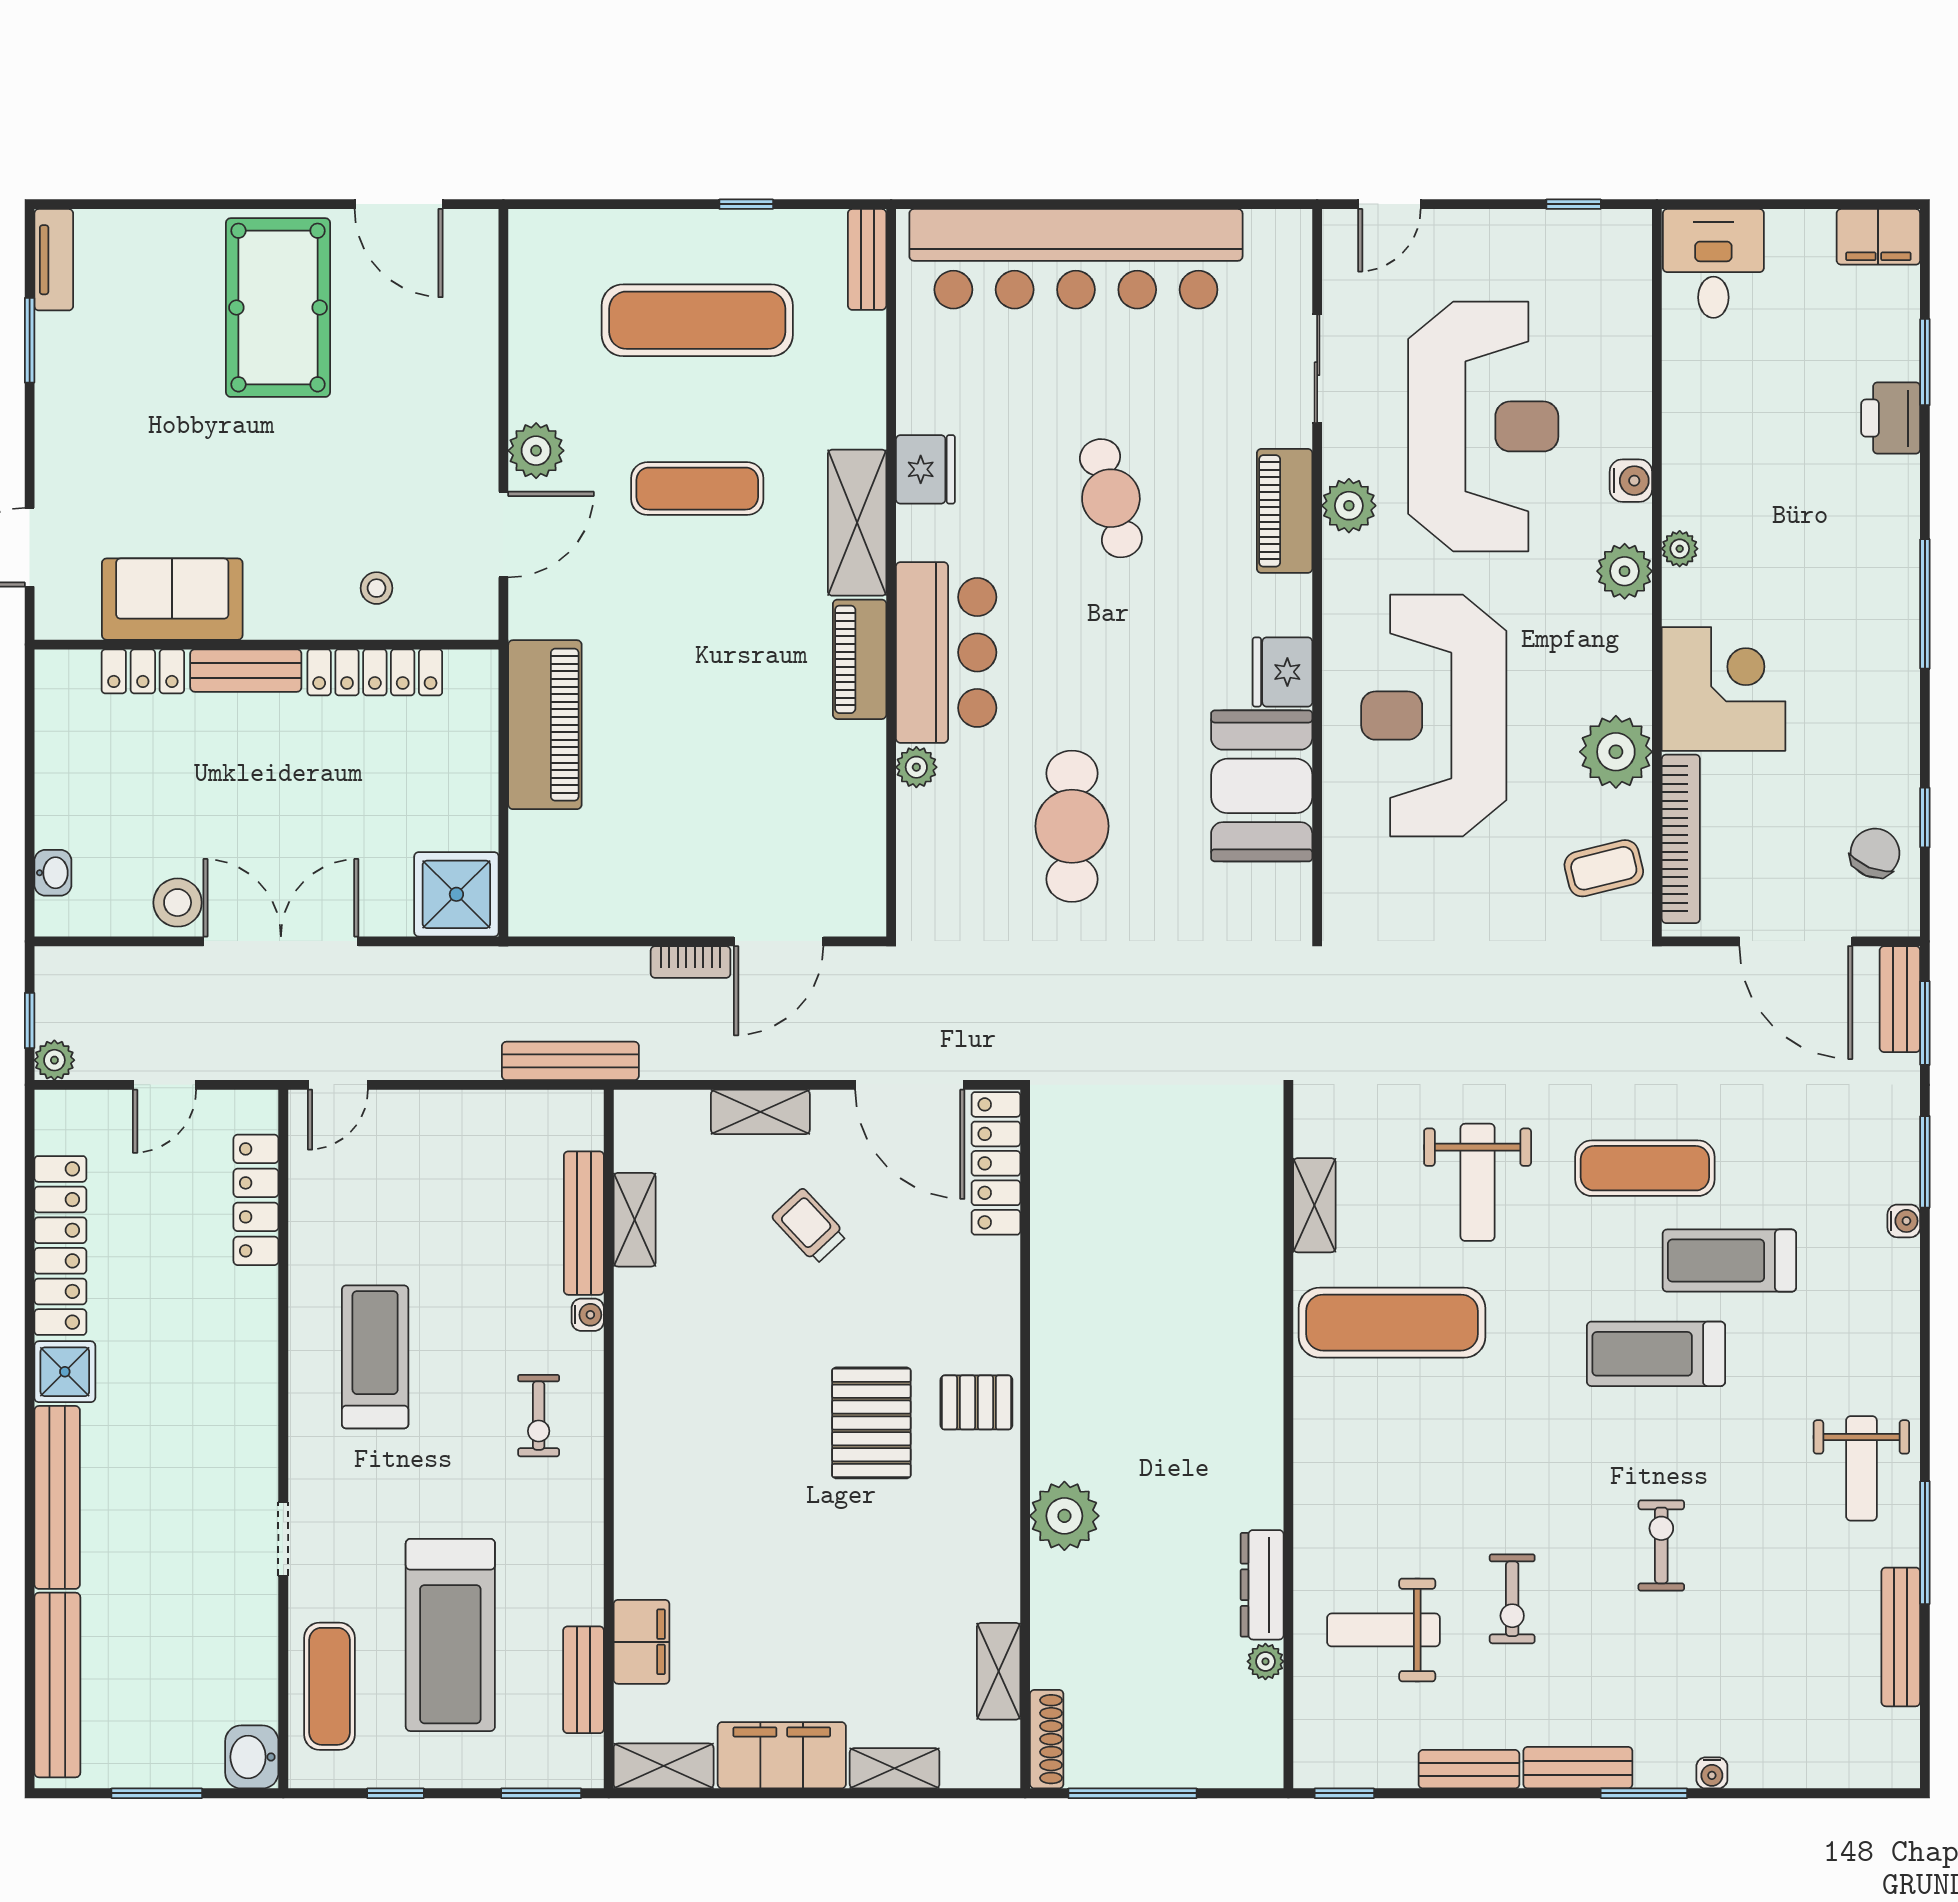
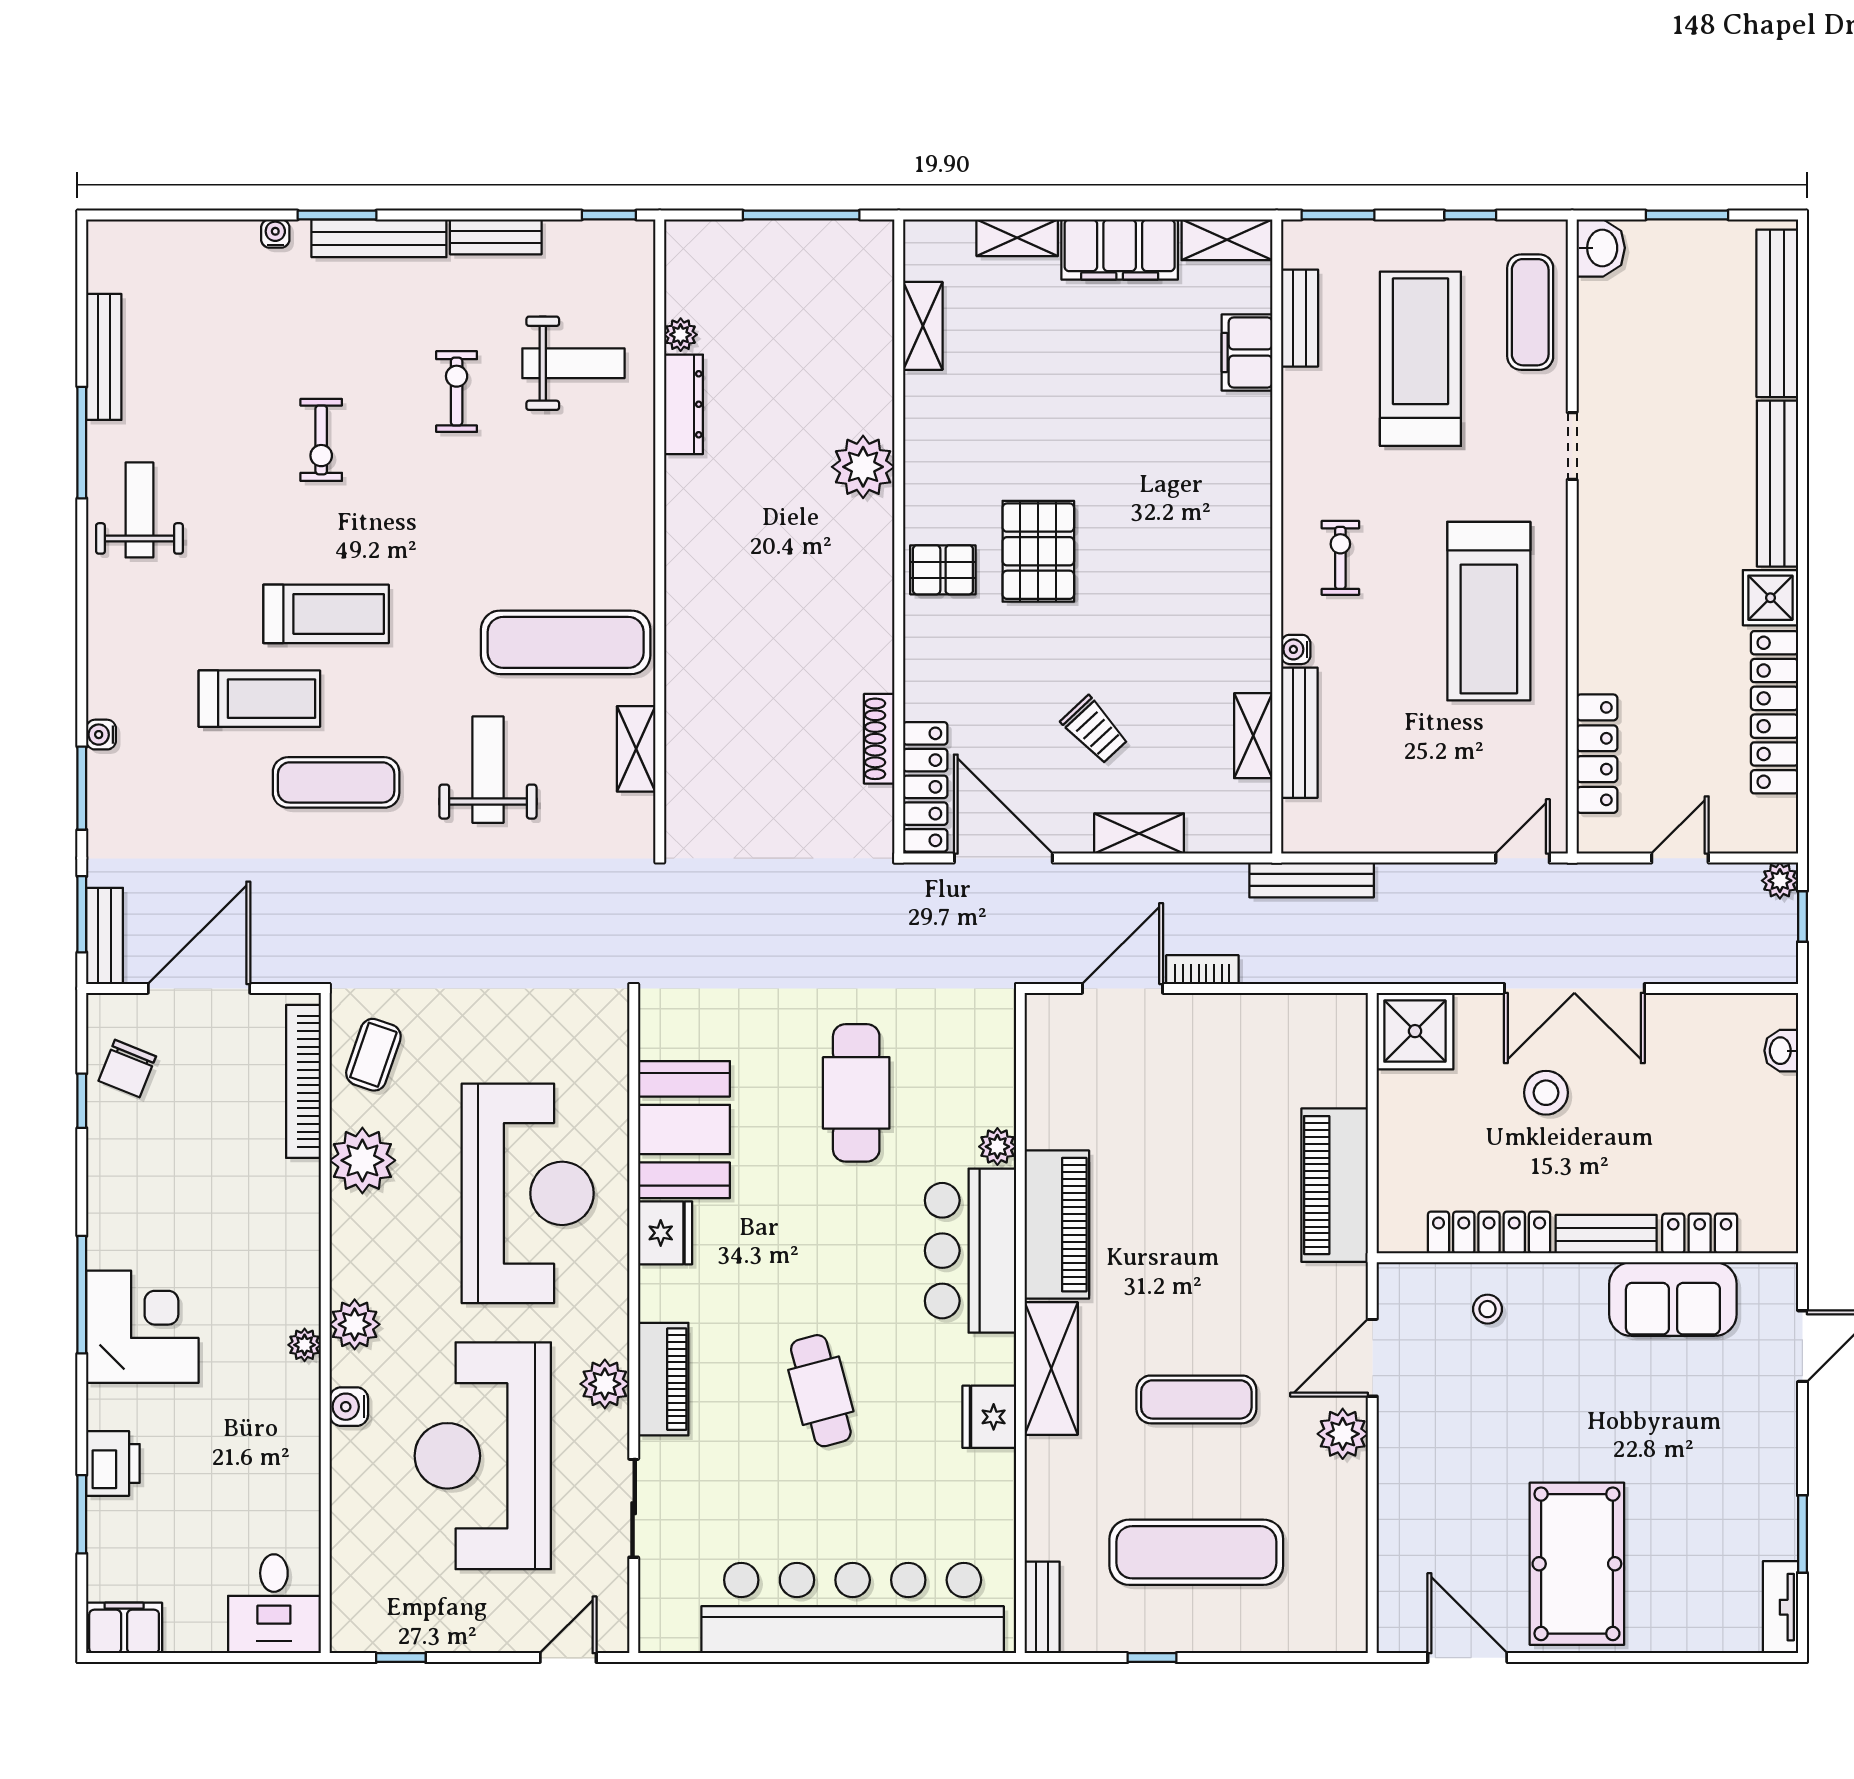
piano: (860, 659) -> (1057, 1225), width x1.37, depth x1.33
corner desk: (1724, 689) -> (142, 1327), moved, turned 180
coffee table: (1604, 868) -> (373, 1055), turned -57
stool: (178, 903) -> (1546, 1093), moved
door: (1796, 941) -> (199, 988), hinge flipped
treadmill: (375, 1357) -> (1489, 611), width x1.37, depth x1.38
shoe rack: (1047, 1739) -> (879, 739), moved
bench: (1578, 1768) -> (379, 238), width x1.36

